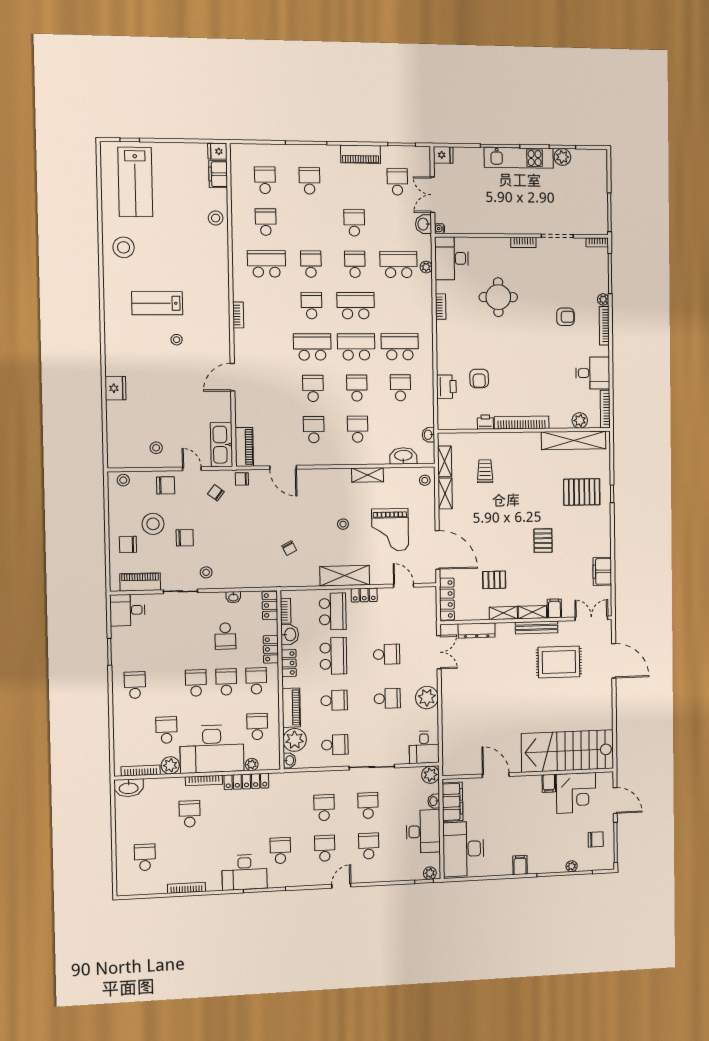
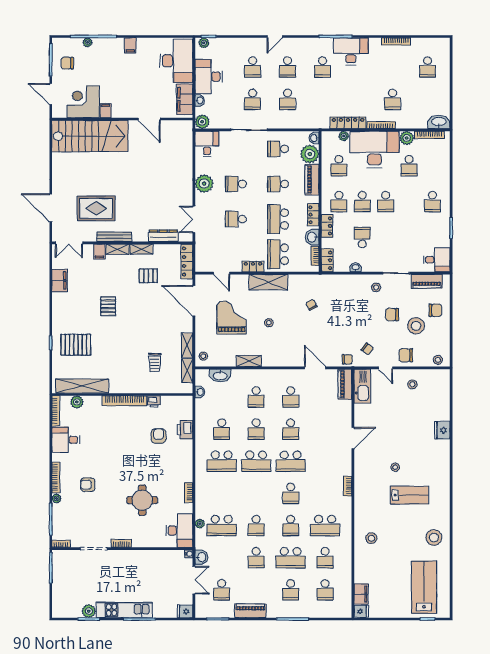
stool: (216, 218) -> (371, 538), moved
school desk: (356, 306) -> (291, 558), moved

